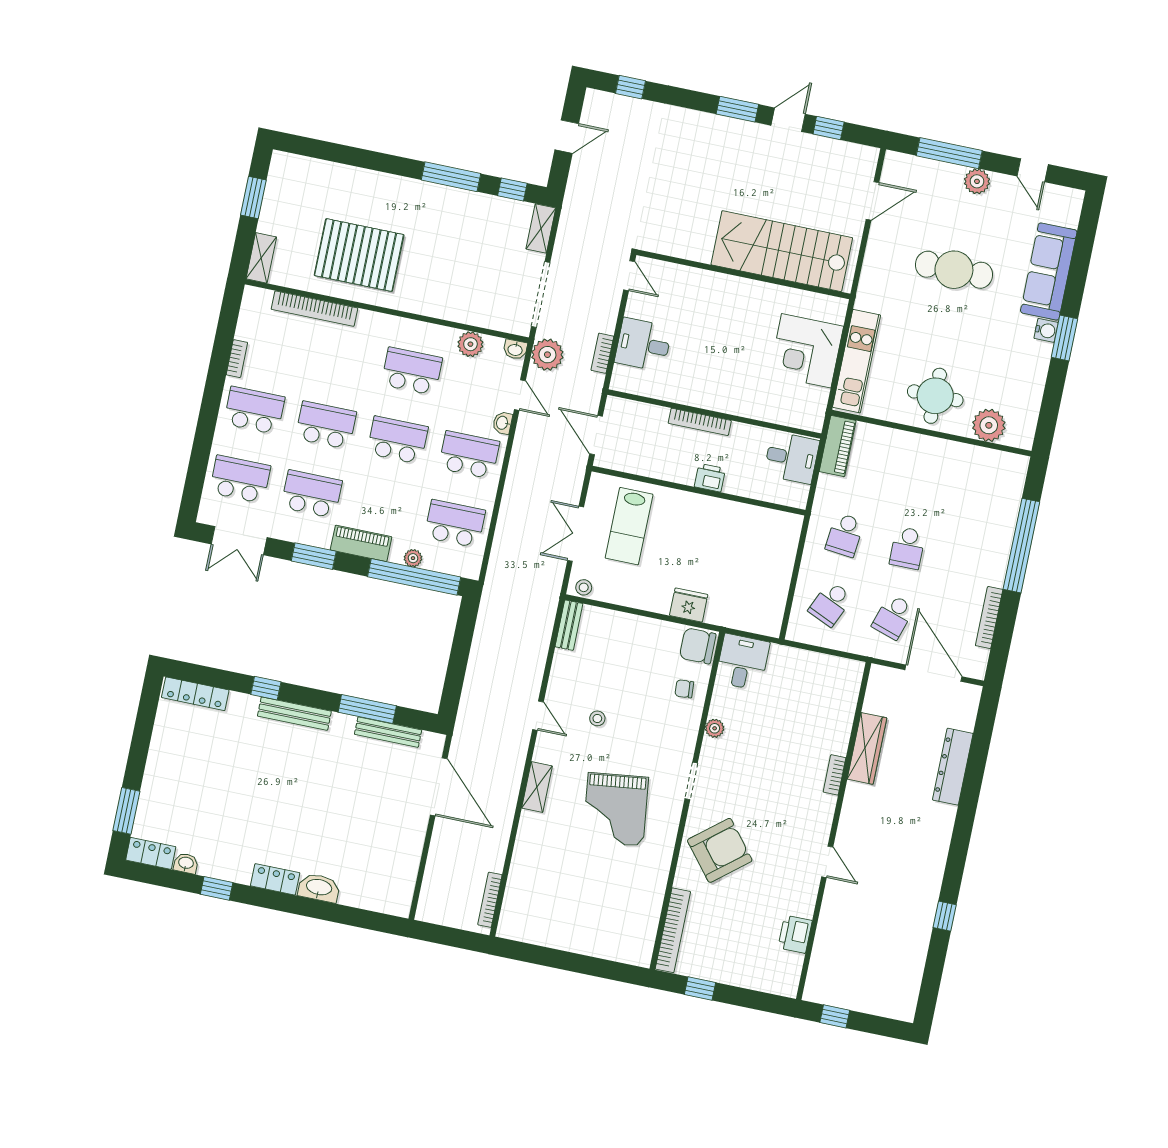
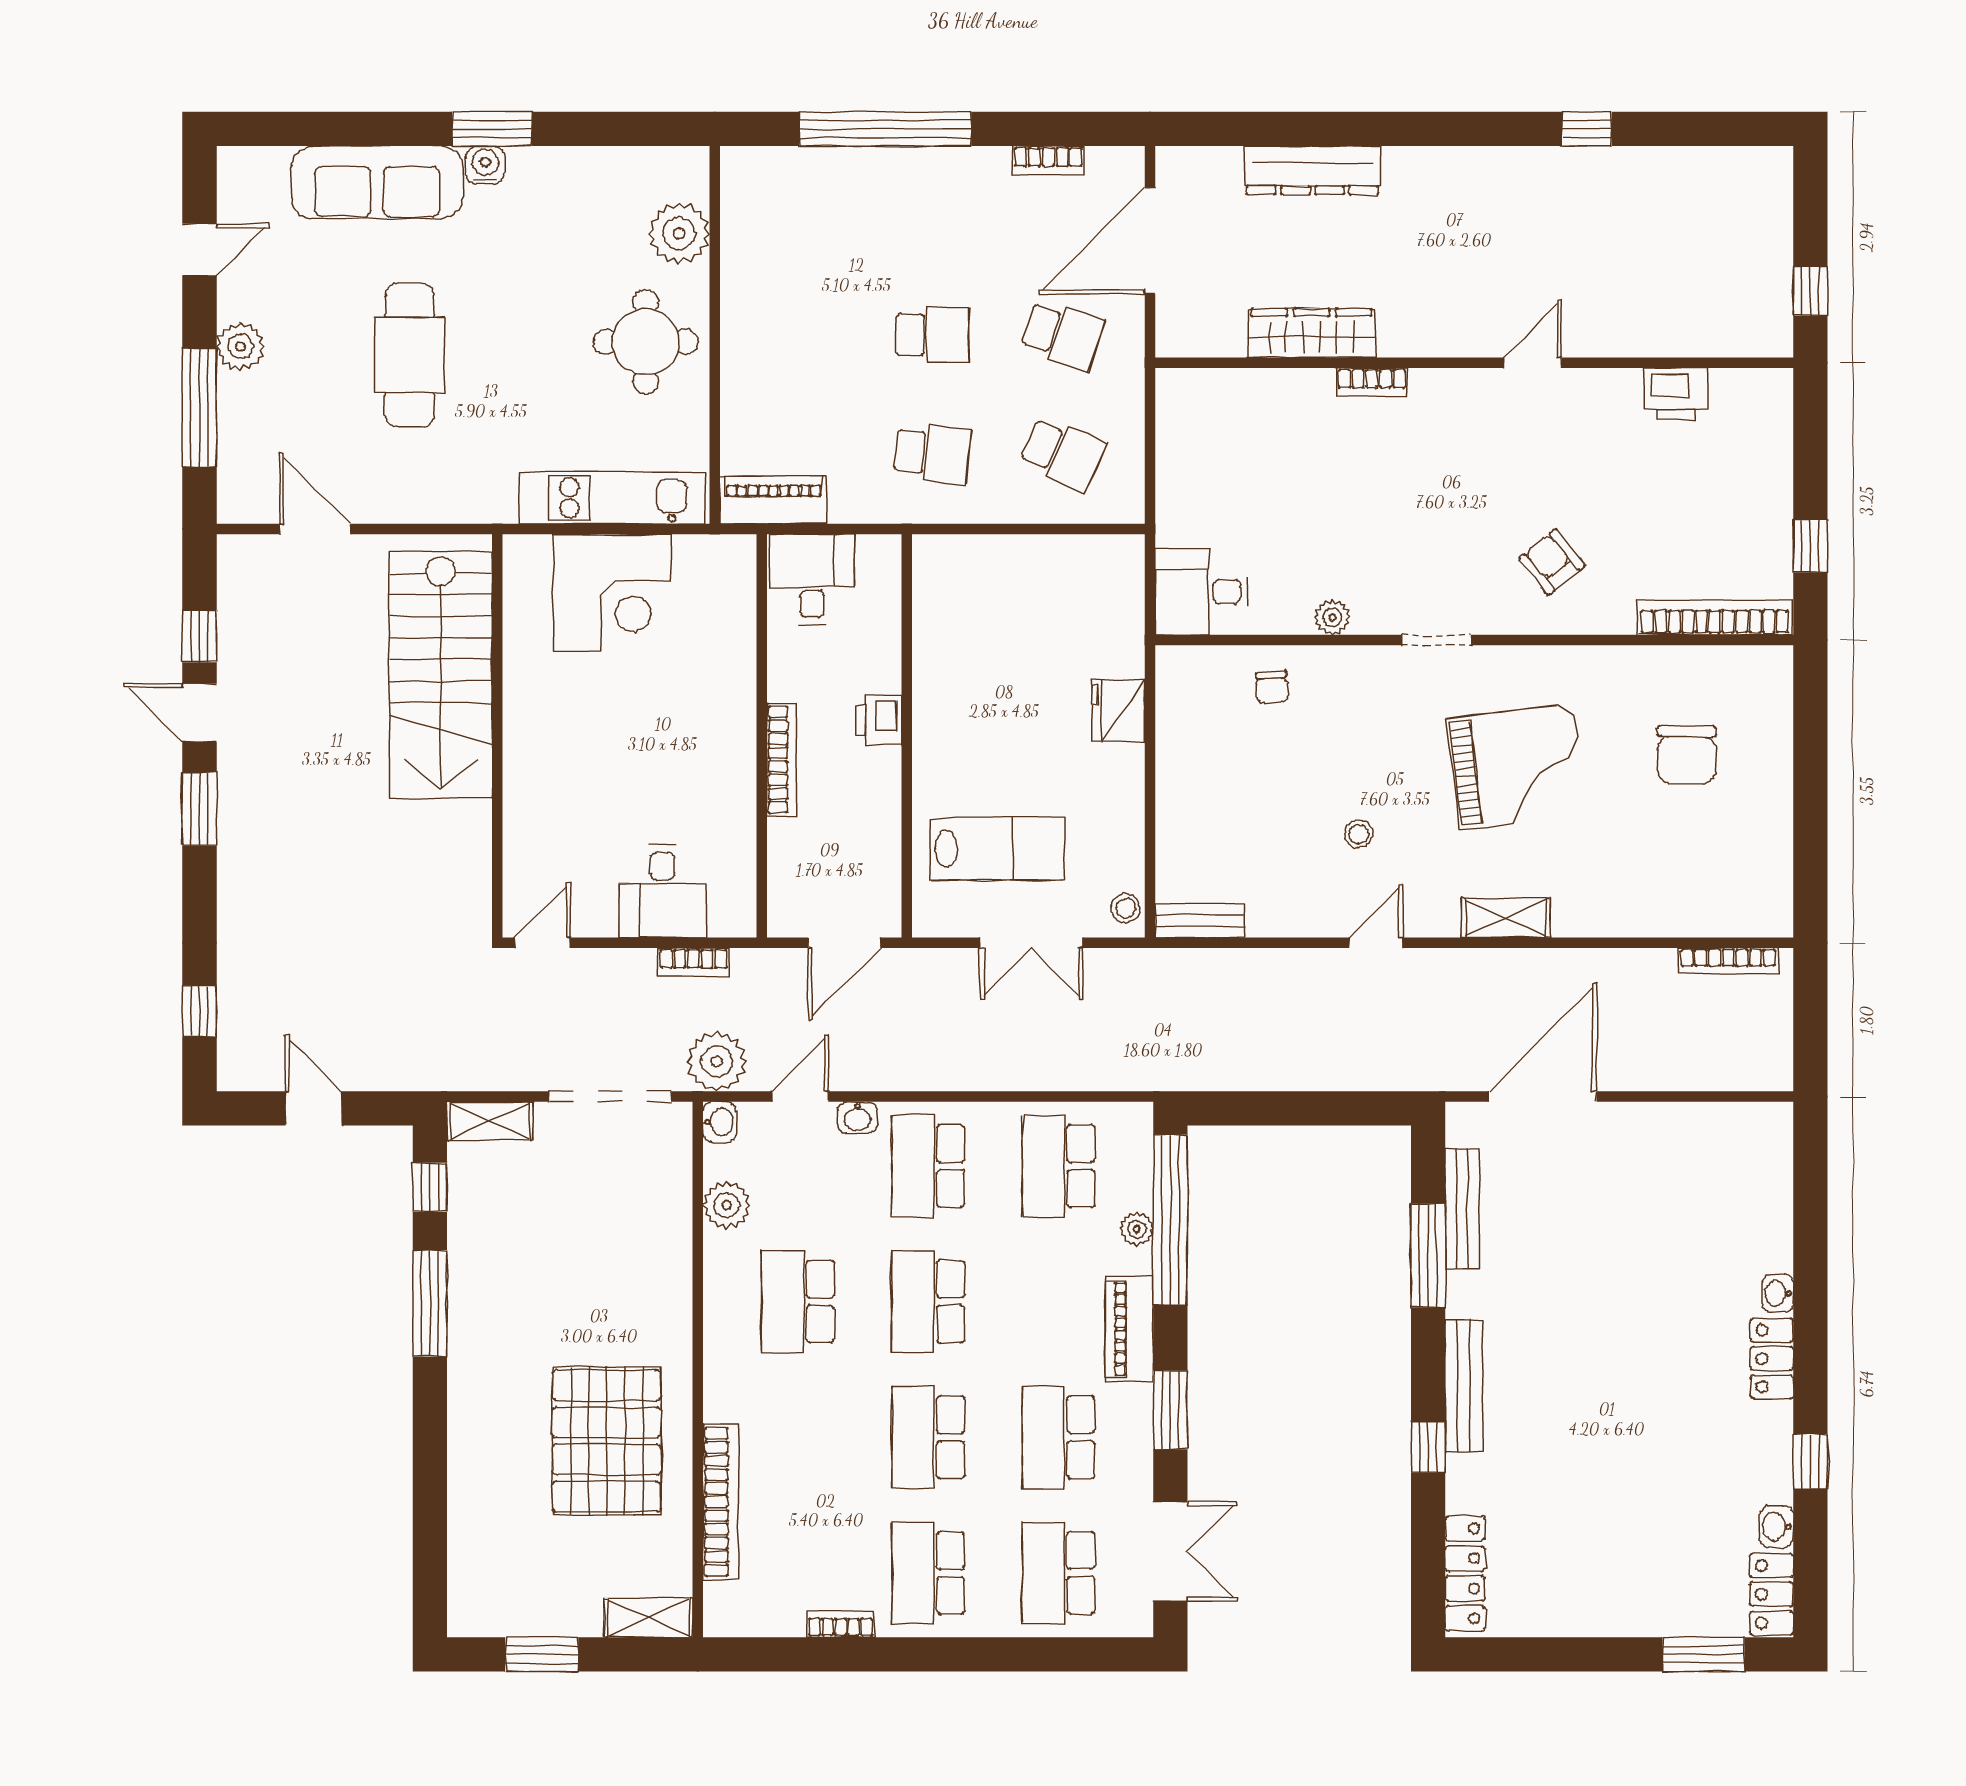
bookcase: (989, 618) -> (1048, 160), width x0.64
chair: (698, 646) -> (1687, 755), moved
armchair: (720, 850) -> (1552, 562), width x0.53, depth x0.53
washbasin: (319, 888) -> (1778, 1293), width x0.52, depth x0.69

